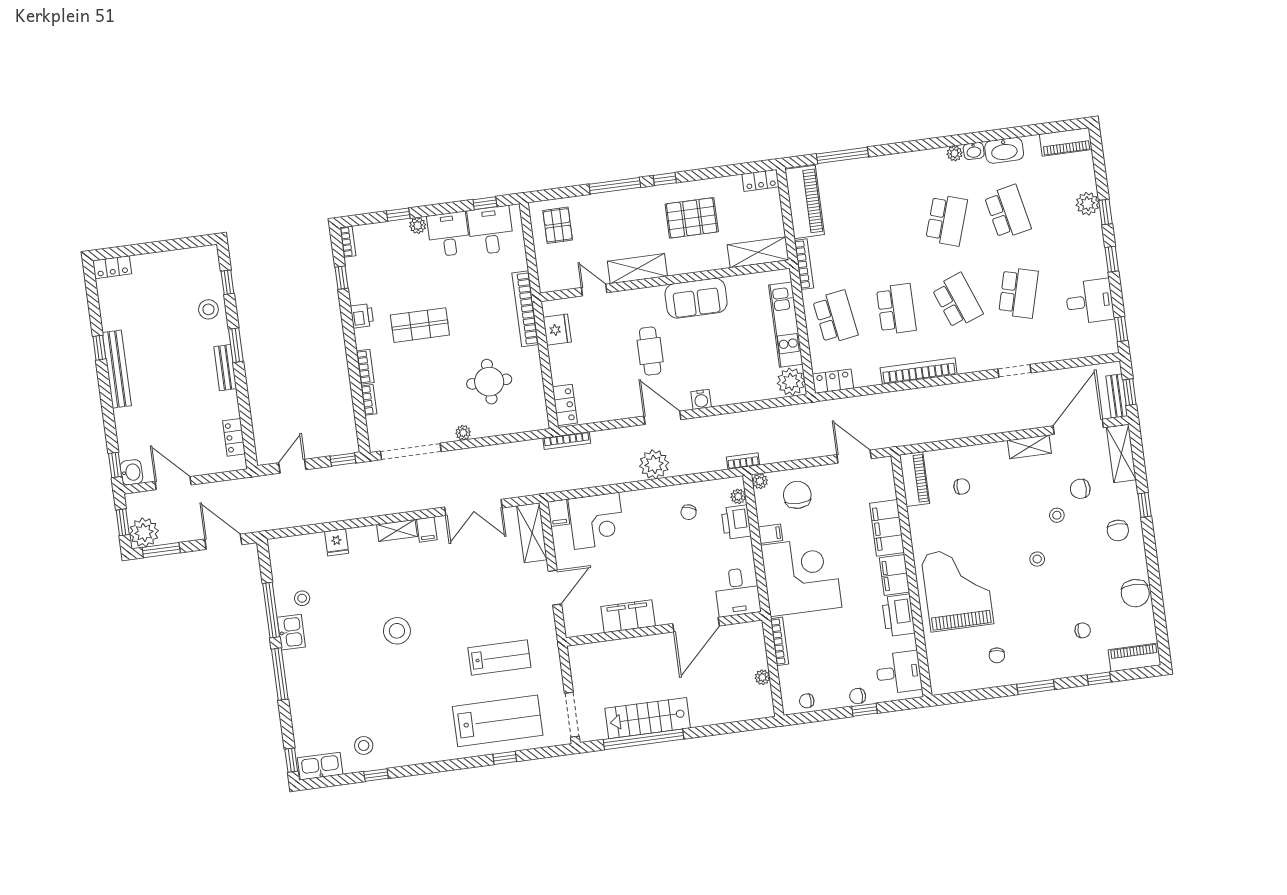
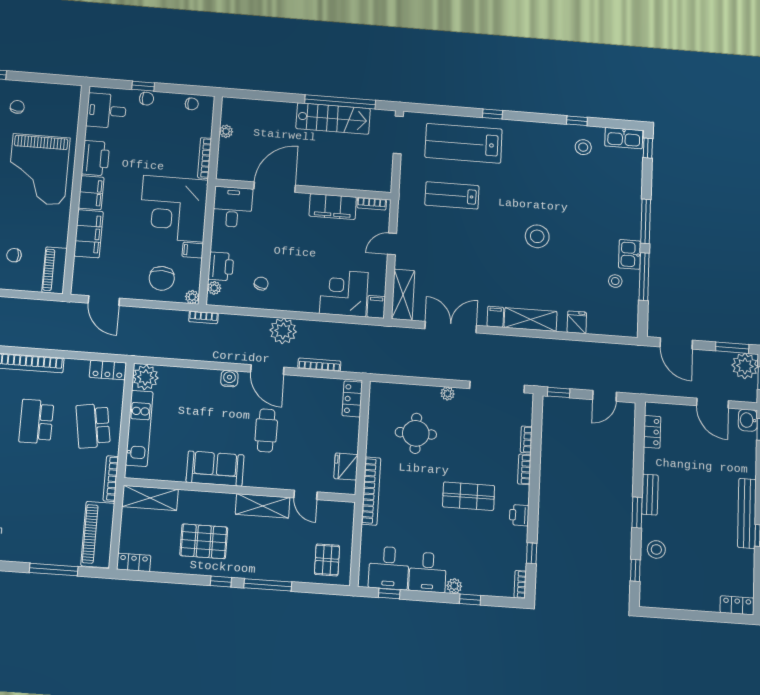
bookcase: (567, 441) -> (319, 365), moved
shelving: (397, 530) -> (531, 319), width x1.50, depth x1.33
door: (555, 588) -> (392, 244), width x0.73
bookcase: (586, 629) -> (372, 204), added
window: (505, 758) -> (493, 114), moved

